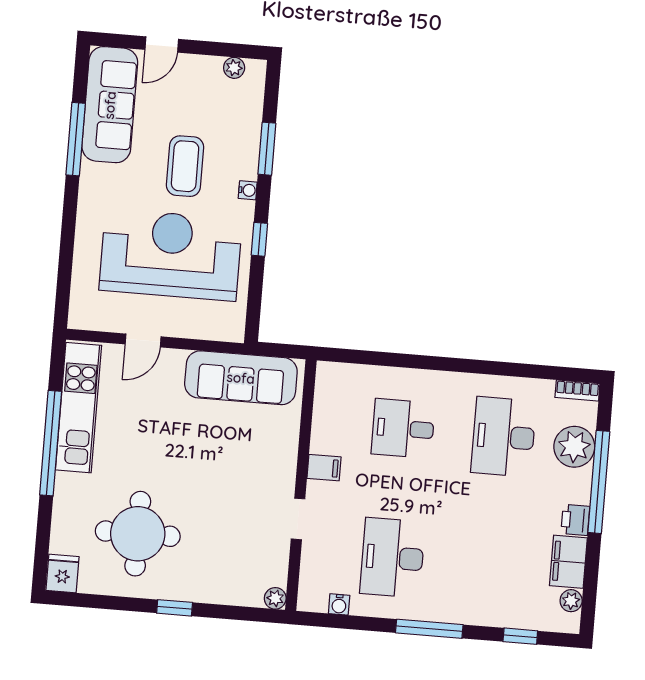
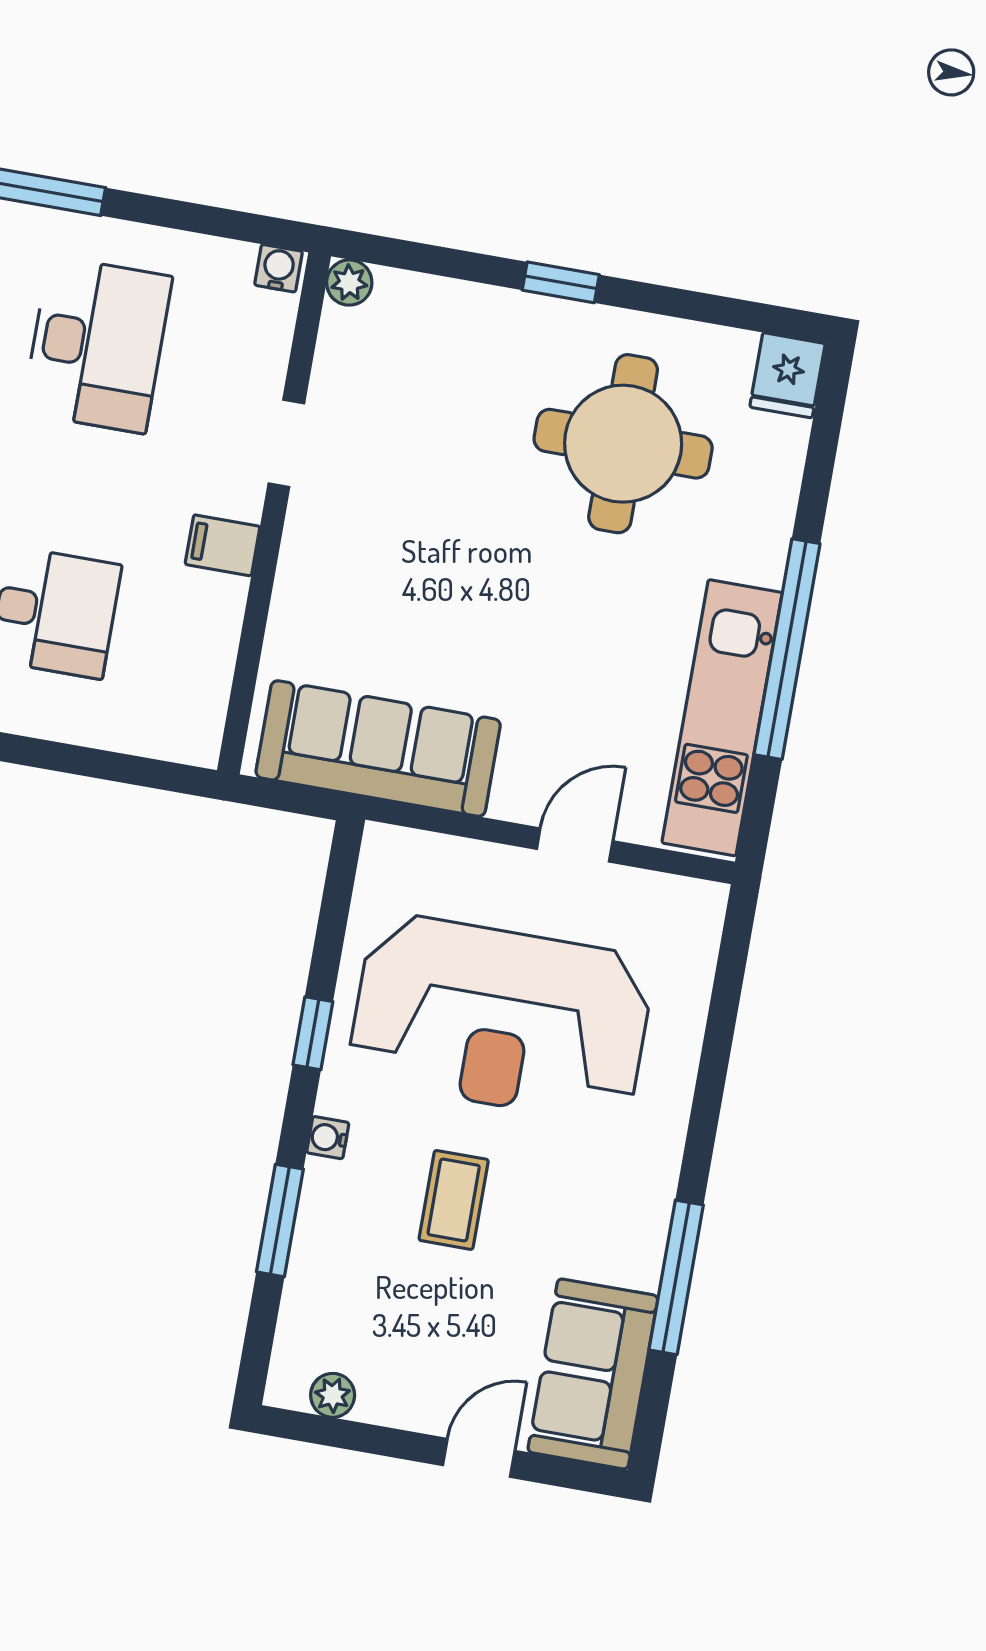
sofa: (110, 105) -> (593, 1374), width x0.73
coffee table: (185, 166) -> (454, 1200), width x0.73, depth x0.77
water cooler: (339, 604) -> (278, 268), moved

